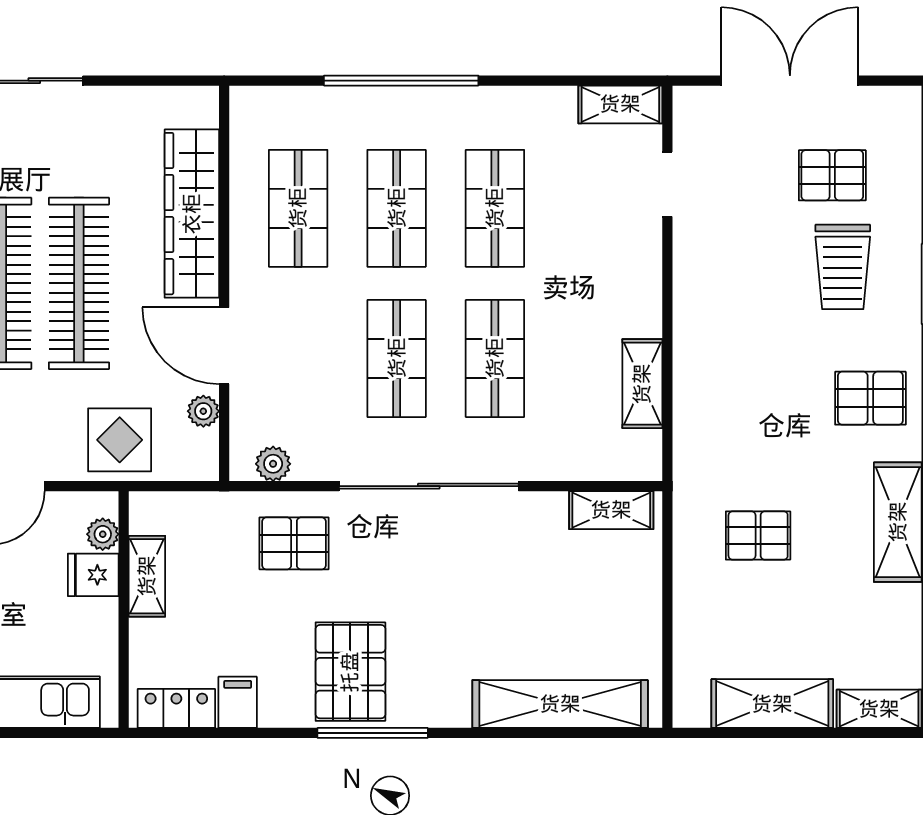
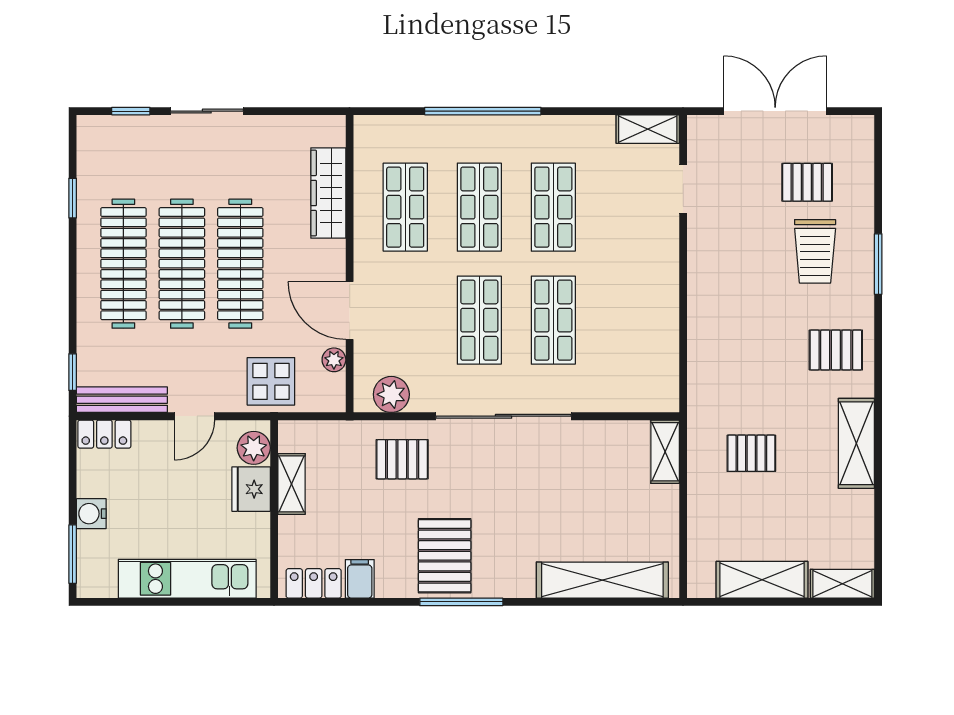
wardrobe: (192, 214) -> (328, 193), width x0.71, depth x0.85
shelving: (642, 384) -> (664, 339), removed
plant: (273, 464) -> (391, 394), width x1.38, depth x1.38
shelving: (611, 510) -> (665, 452), moved, turned 90
plant: (103, 534) -> (254, 448), width x1.38, depth x1.38
fridge: (93, 575) -> (251, 489), width x1.38

